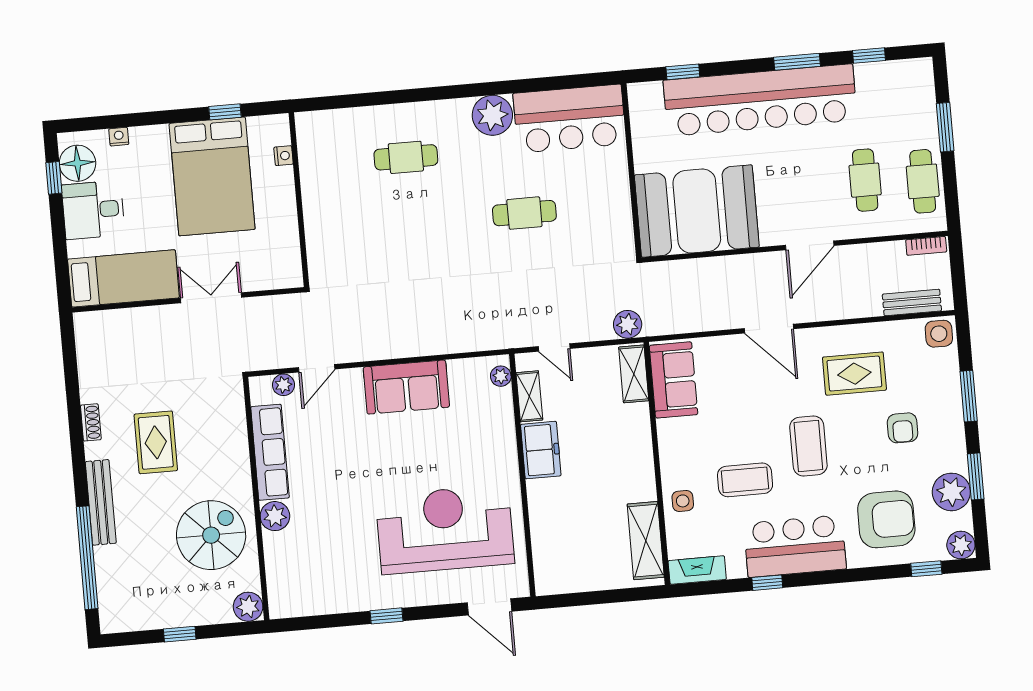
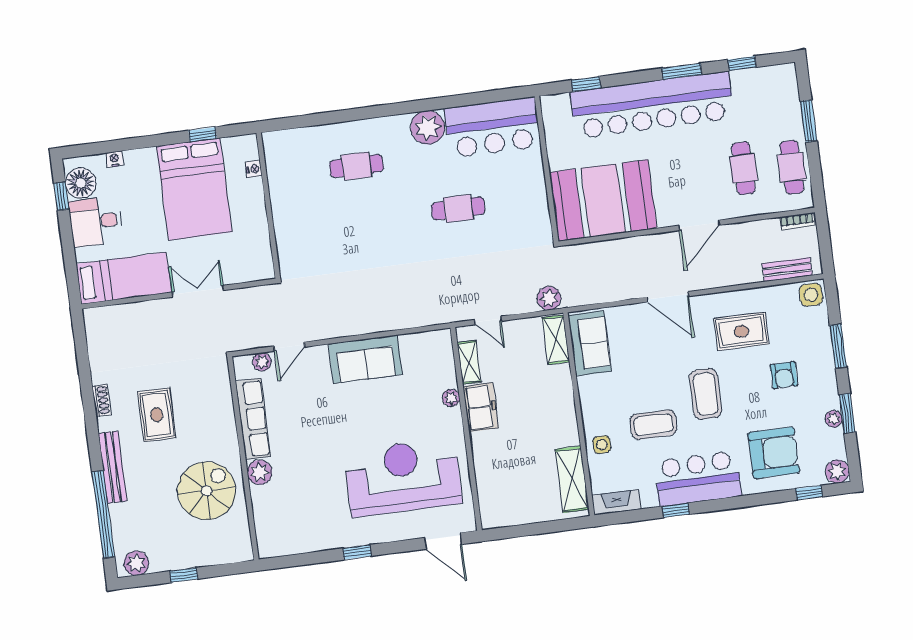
plant: (501, 376) -> (451, 398), moved
plant: (951, 492) -> (834, 419), width x0.53, depth x0.53
plant: (248, 607) -> (136, 563), moved

